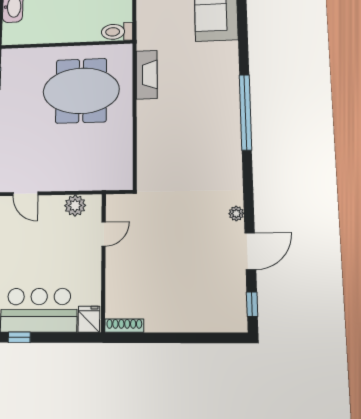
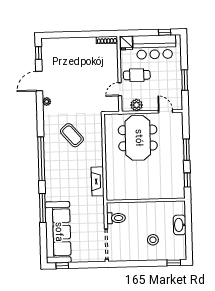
window: (243, 30) -> (43, 208), added
toilet: (117, 32) -> (116, 218), moved
meeting table: (81, 91) -> (138, 138), moved, turned 90
coffee table: (191, 153) -> (72, 135), added
cafe table: (73, 259) -> (137, 75), added

